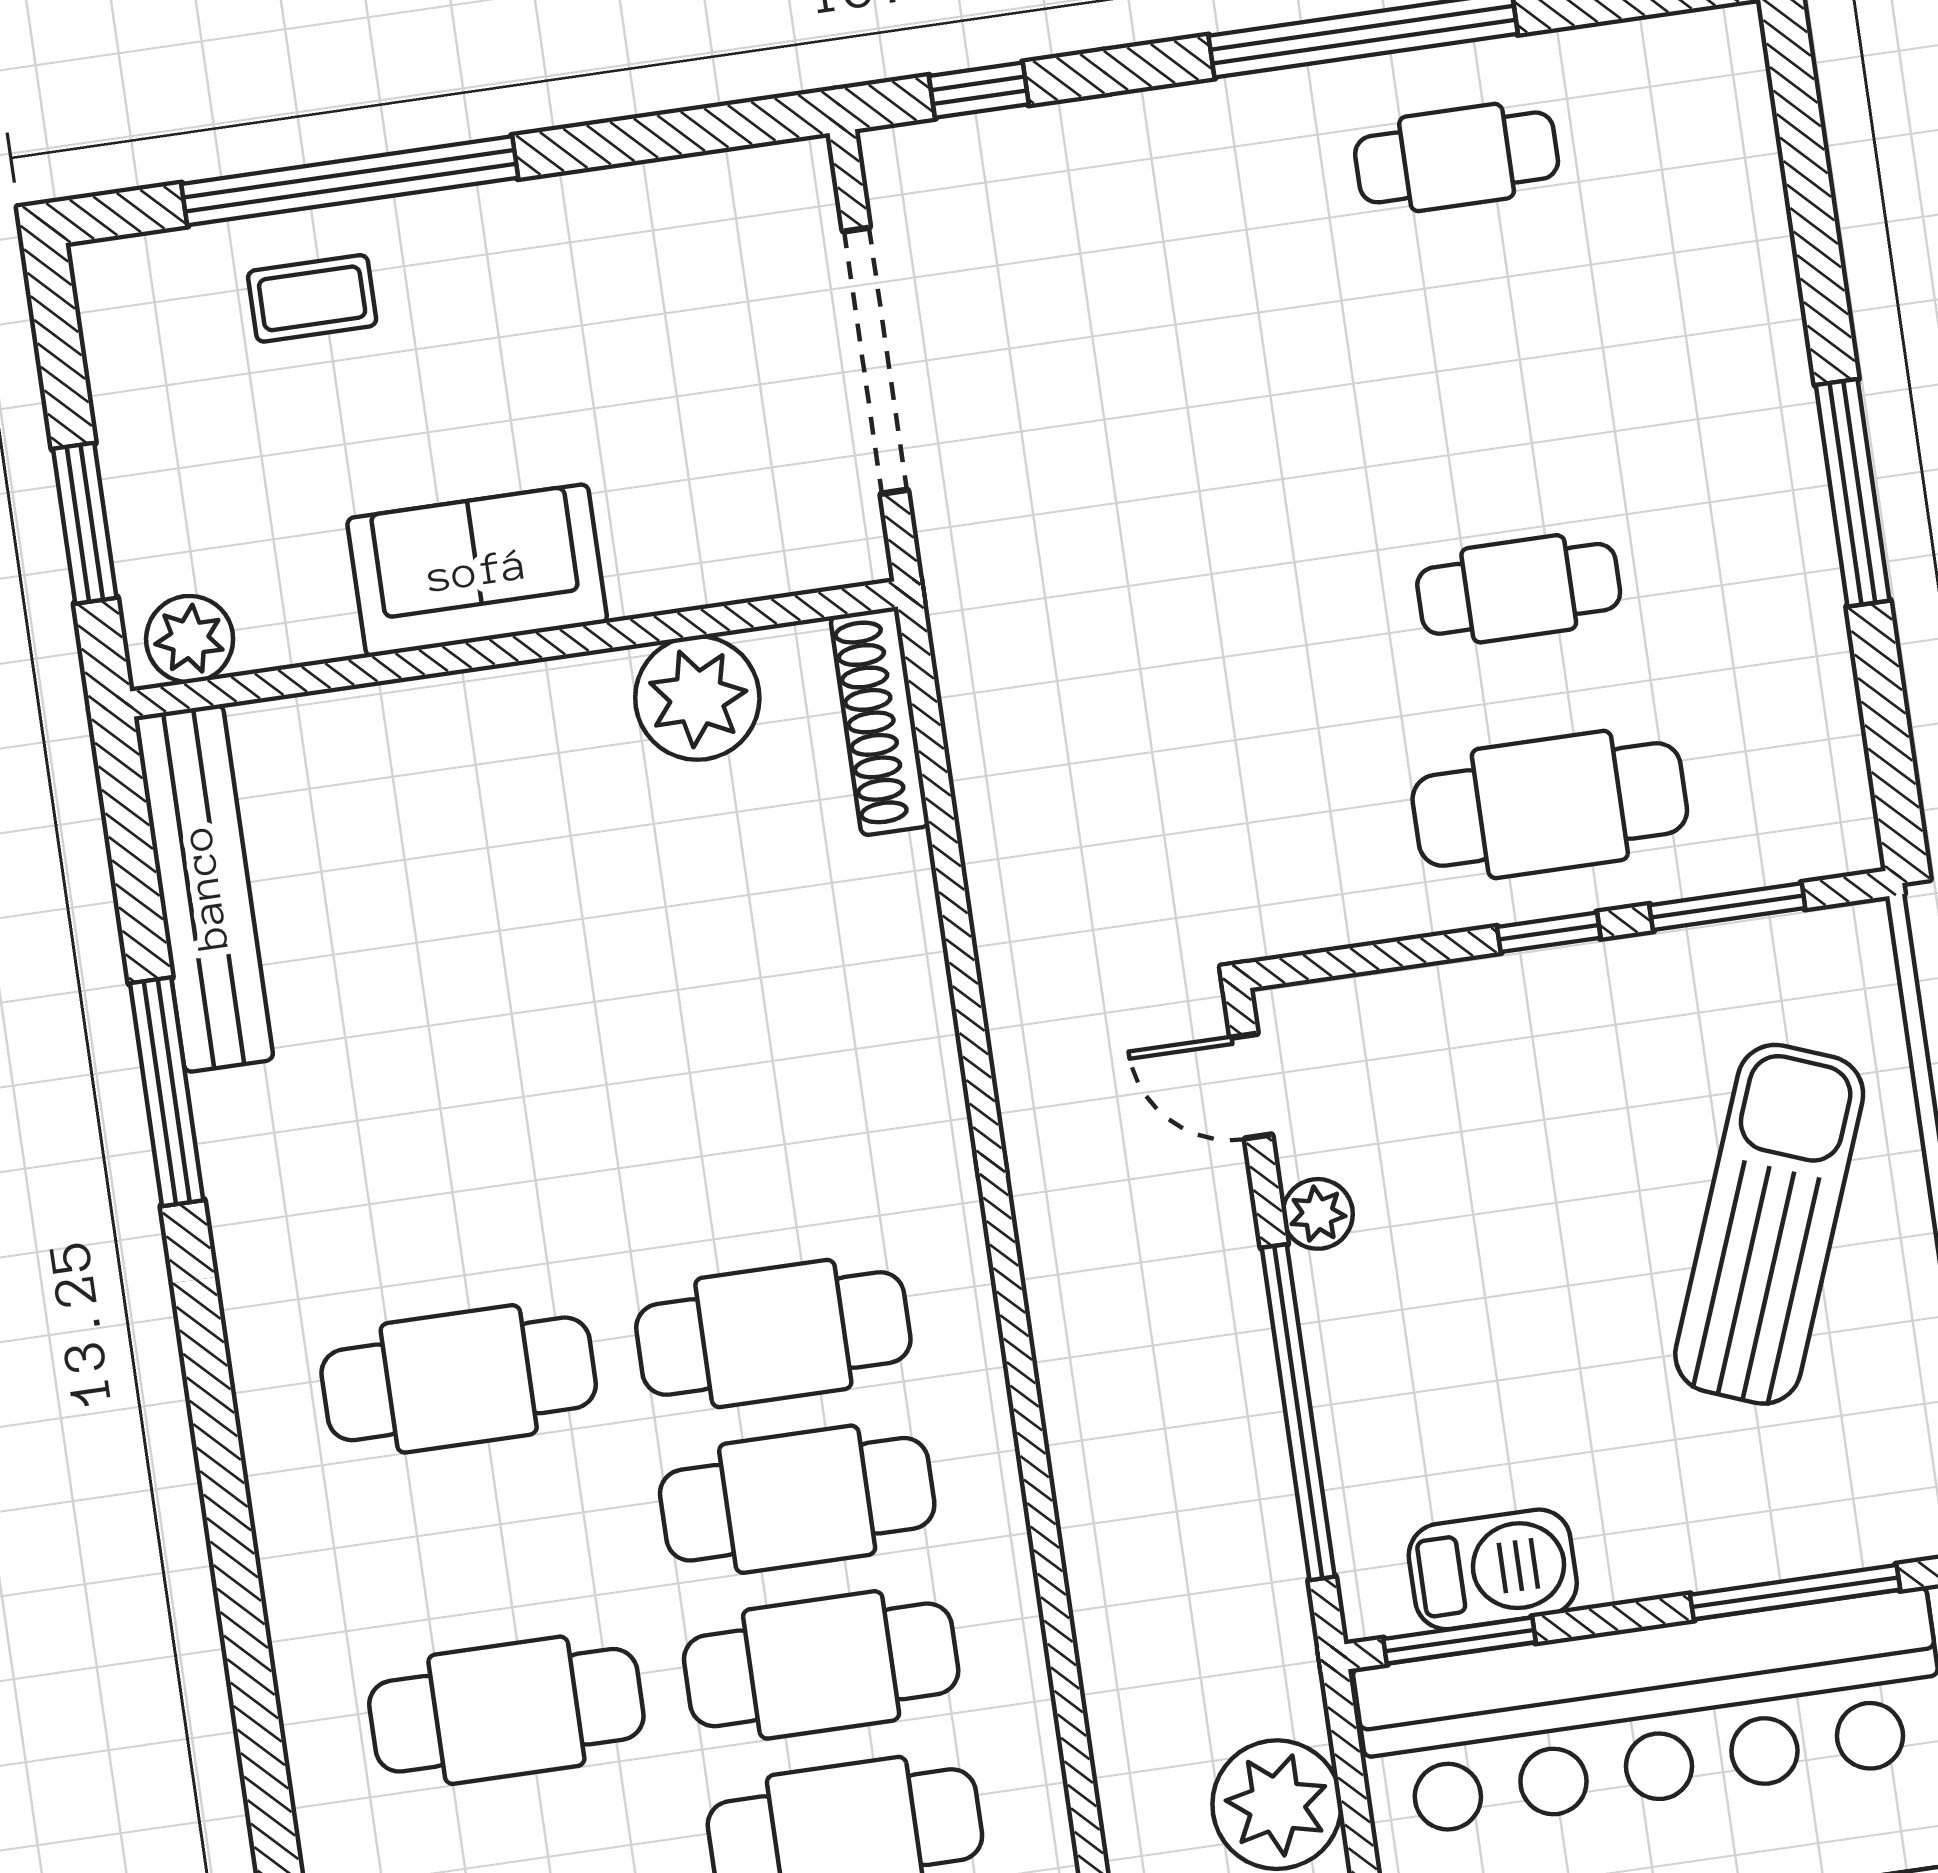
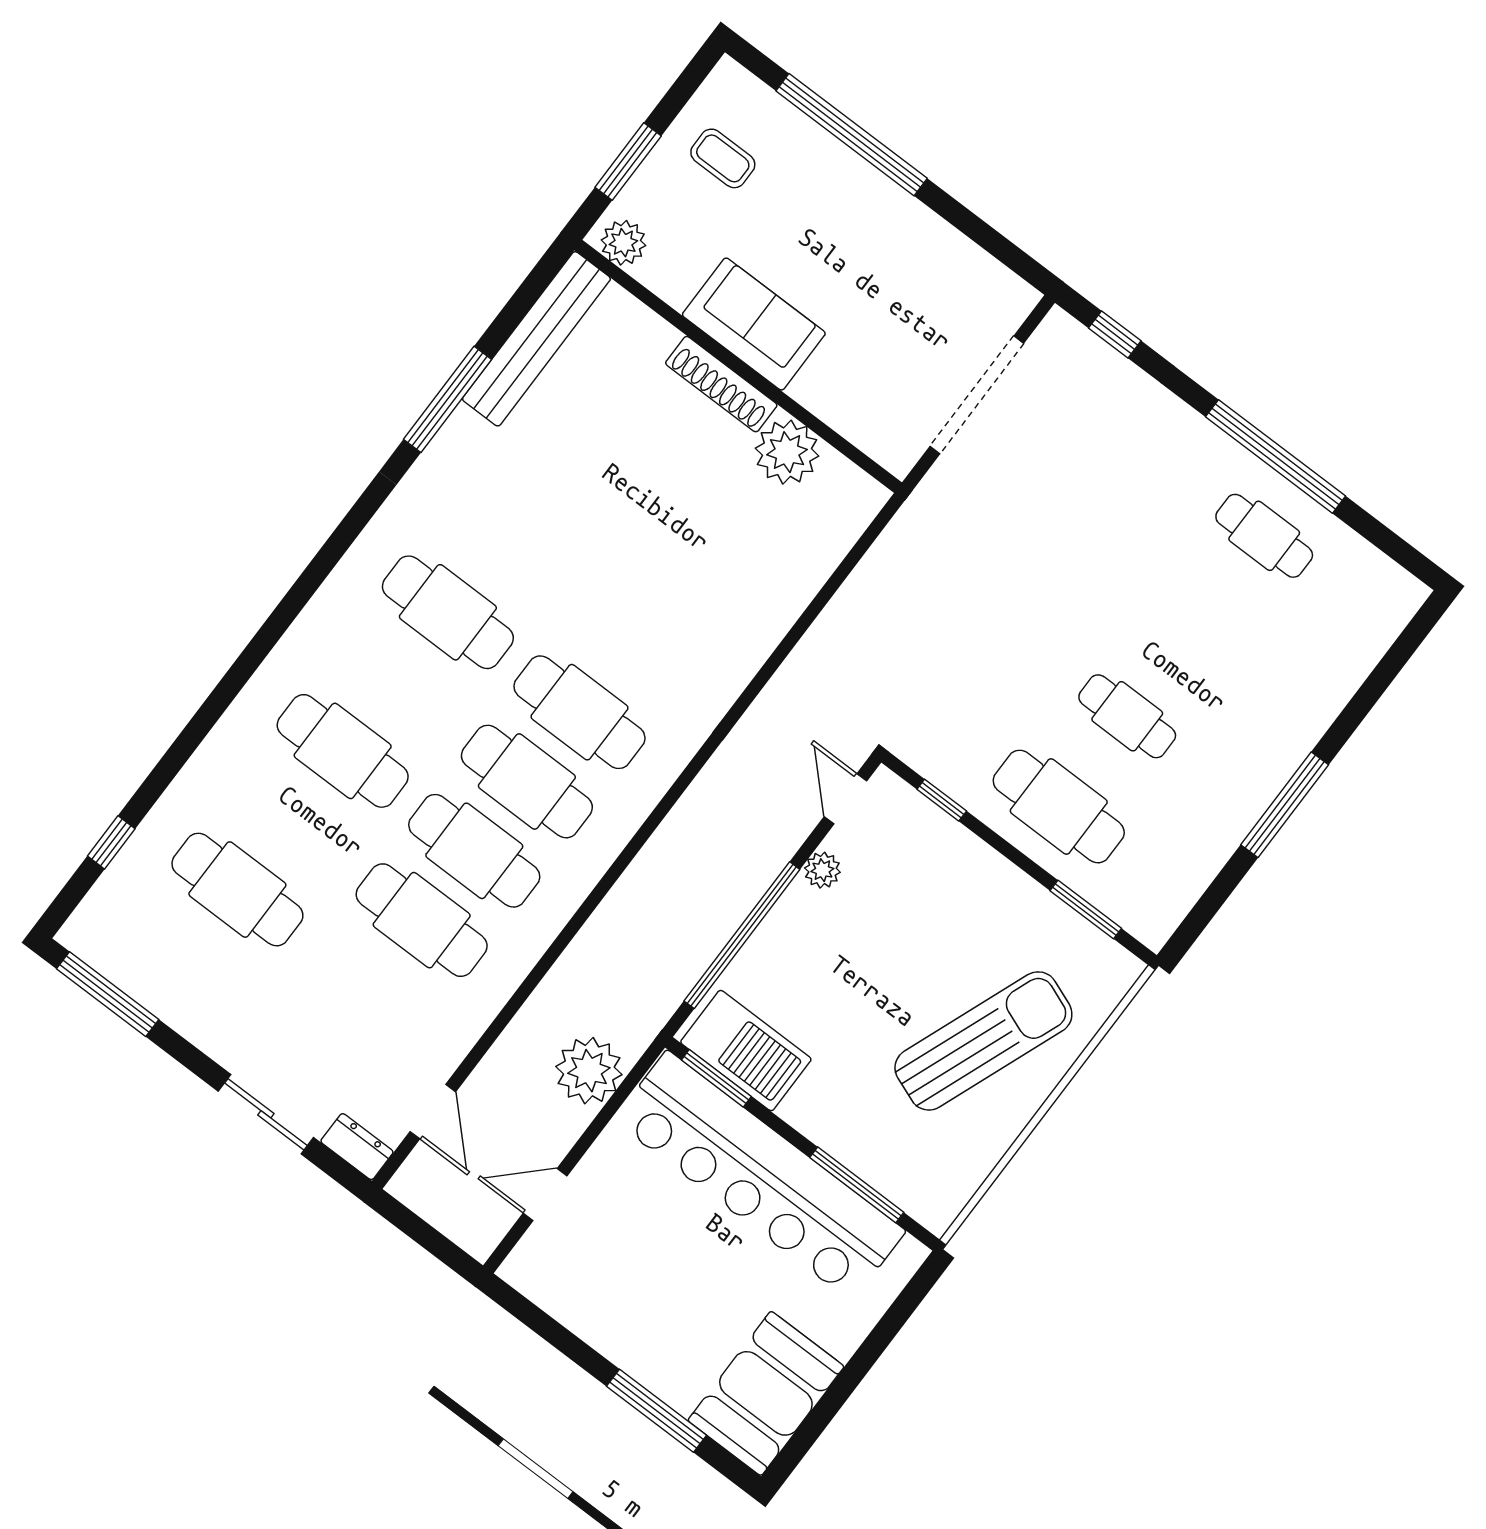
coffee table: (312, 298) -> (723, 158), moved
shoe rack: (880, 721) -> (721, 384), moved, turned -90
window: (1549, 932) -> (942, 800), moved
barbecue: (1493, 1569) -> (746, 1051), width x1.37, depth x1.21

